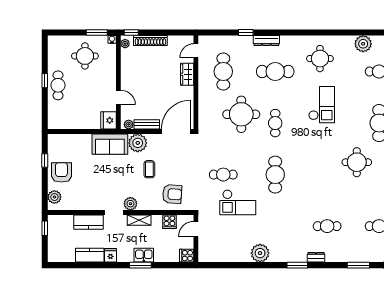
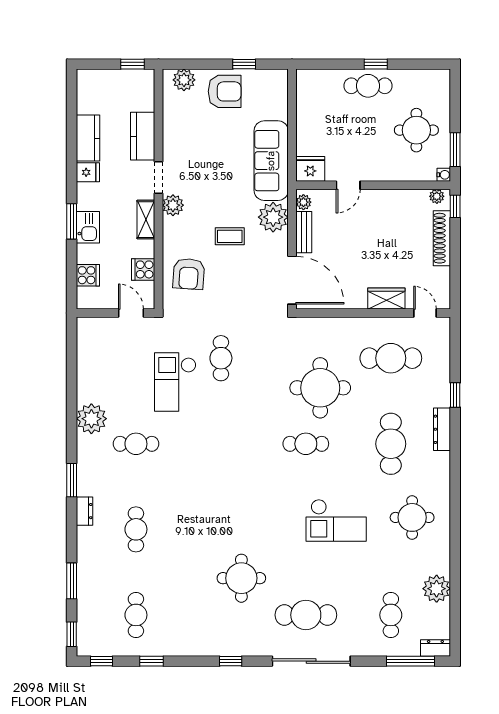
sofa: (110, 144) -> (271, 161), width x1.36
cafe table: (275, 175) -> (136, 444), moved, width x0.73, depth x0.74
cooker: (187, 256) -> (88, 275), moved, turned 90

